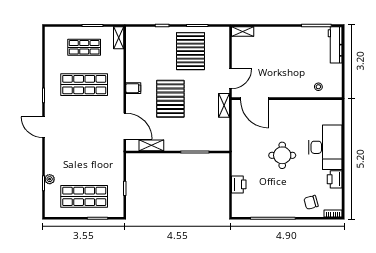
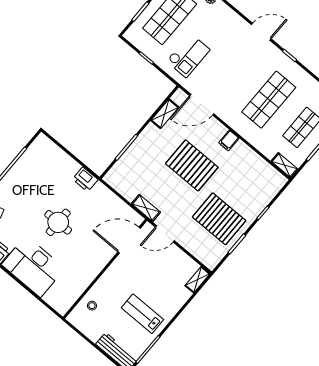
lab bench: (296, 49) -> (142, 314), added
door: (230, 79) -> (165, 234), hinge flipped
checkout: (100, 162) -> (188, 55), added
printer: (239, 184) -> (85, 179), moved

